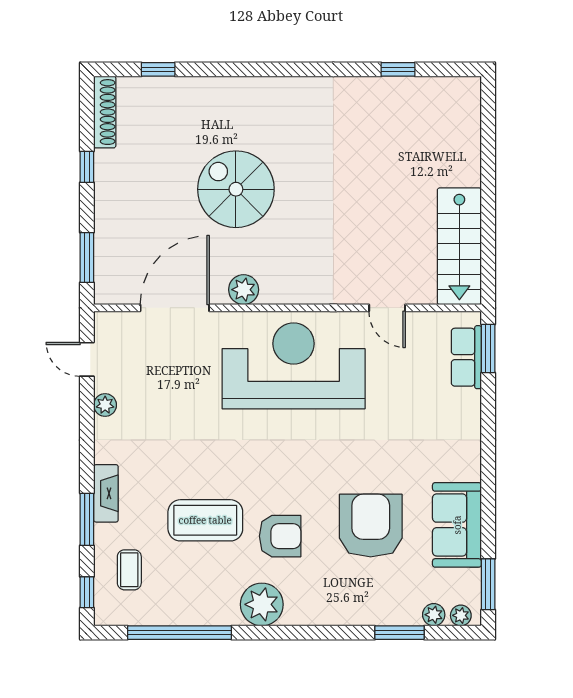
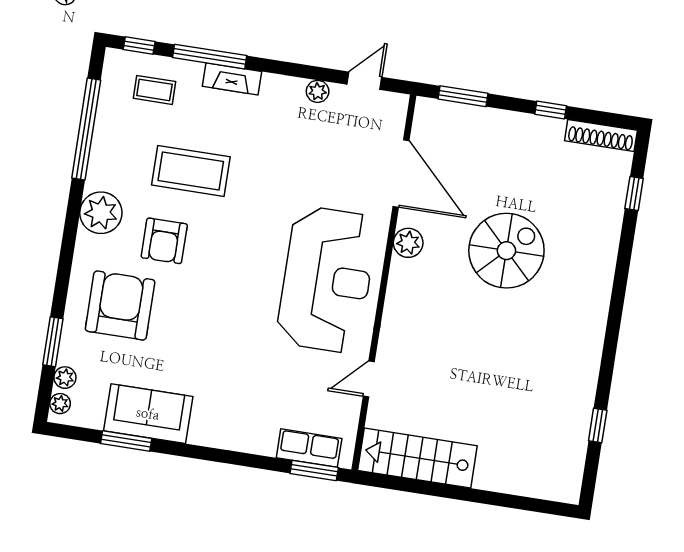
window: (87, 519) -> (210, 57), width x1.44
coffee table: (205, 520) -> (191, 171), turned 90
armchair: (371, 526) -> (120, 305), moved, turned -90
window: (488, 584) -> (126, 441), moved

